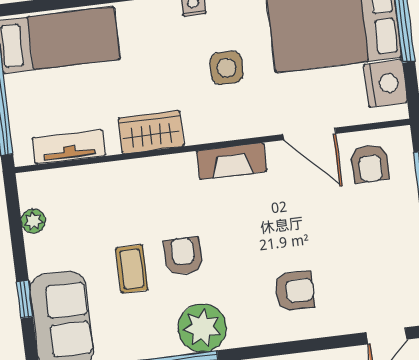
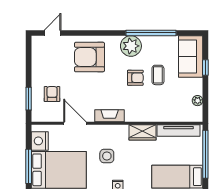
tv unit: (69, 147) -> (178, 130), width x1.41
armchair: (370, 163) -> (52, 94), moved
armchair: (183, 256) -> (135, 78), turned -90
armchair: (295, 291) -> (89, 57), width x1.88, depth x1.88

